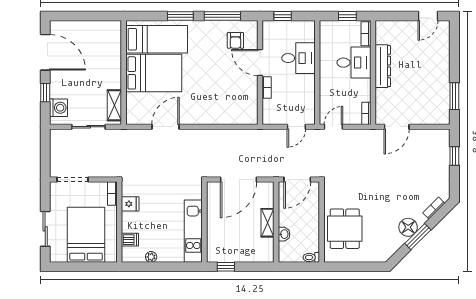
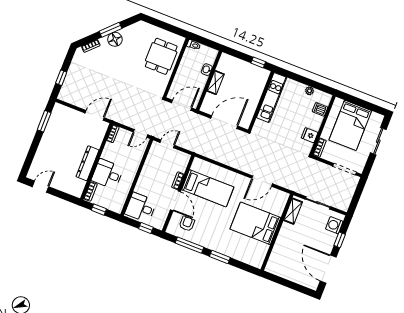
bed: (157, 39) -> (208, 188), moved, turned 180
desk: (298, 58) -> (141, 207), moved

